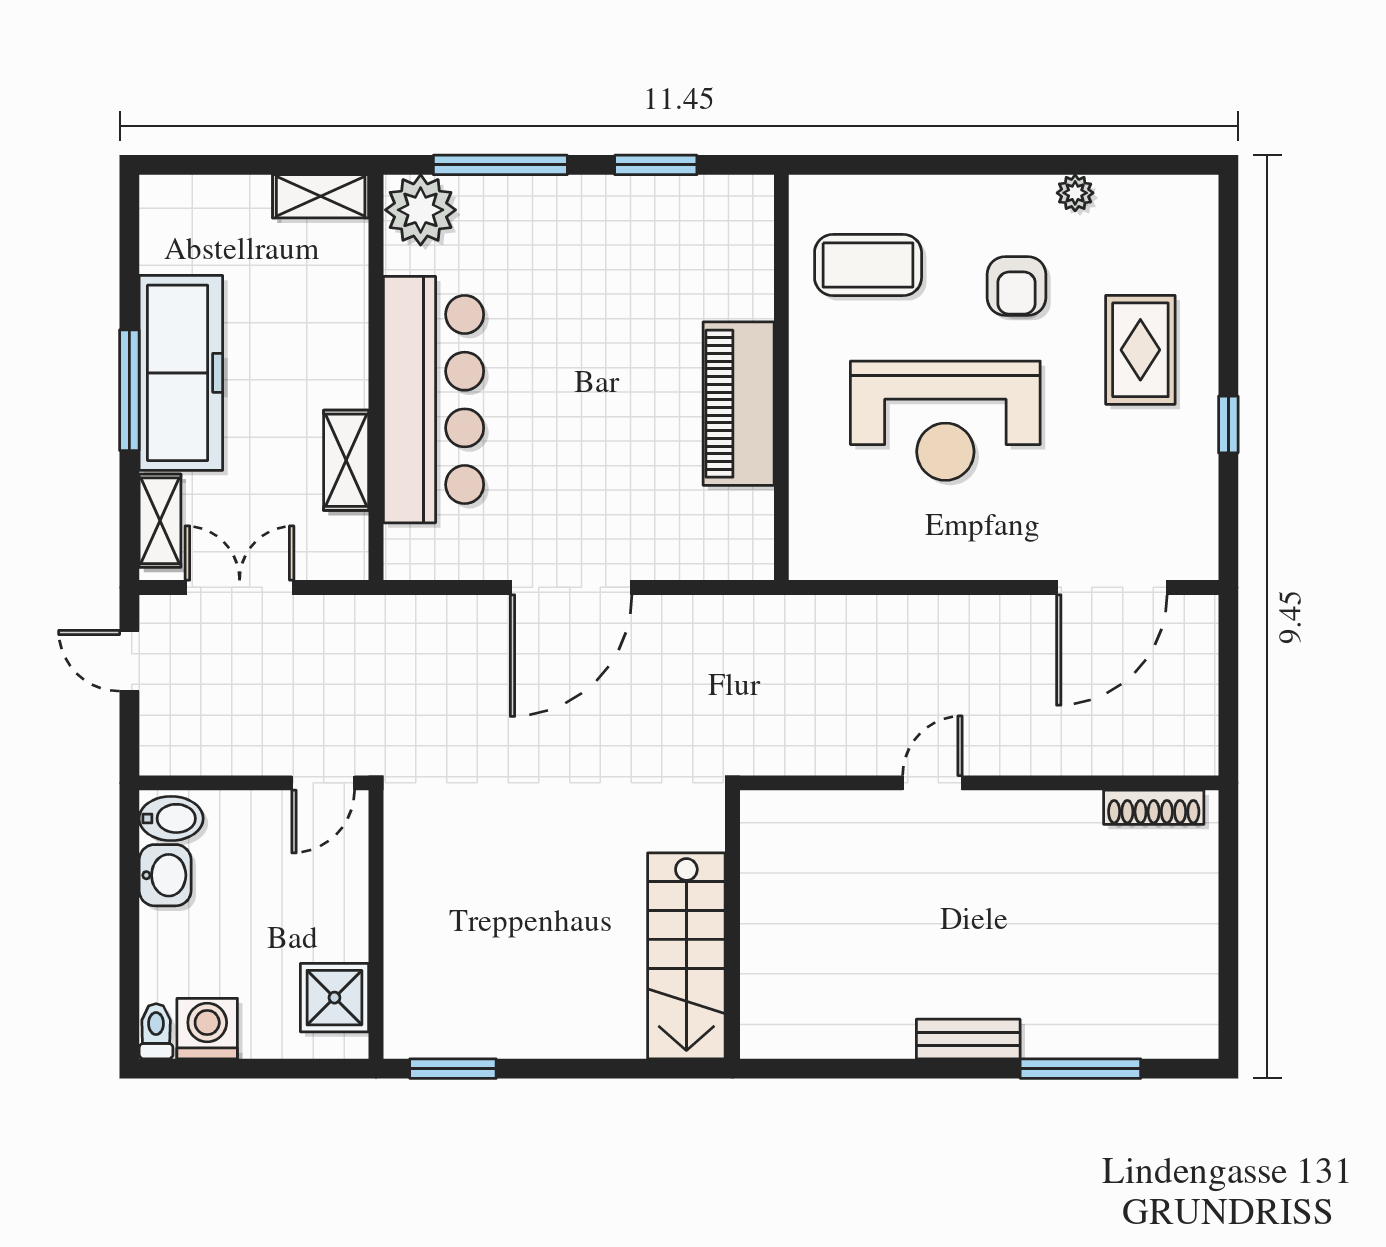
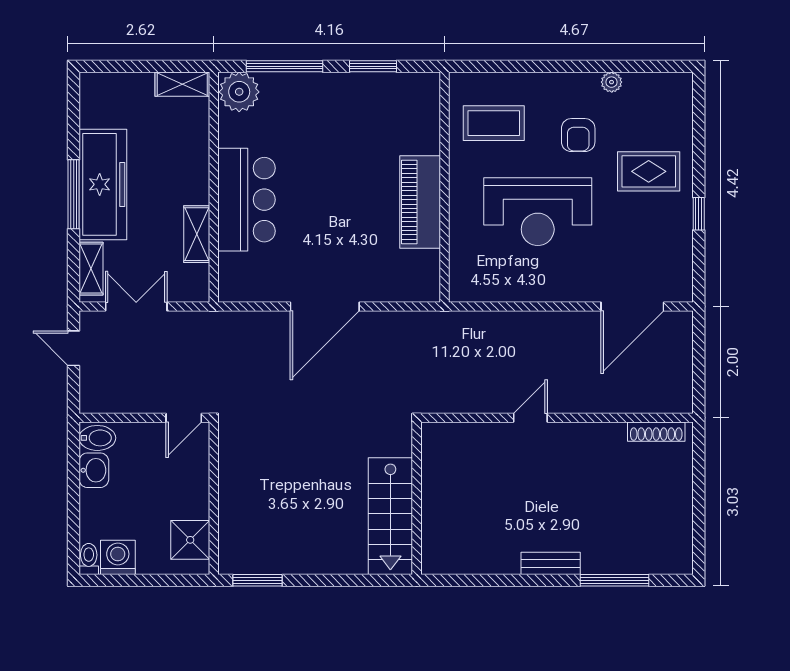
rug: (1140, 350) -> (649, 171), turned 90
bar counter: (434, 400) -> (247, 200), width x0.73

